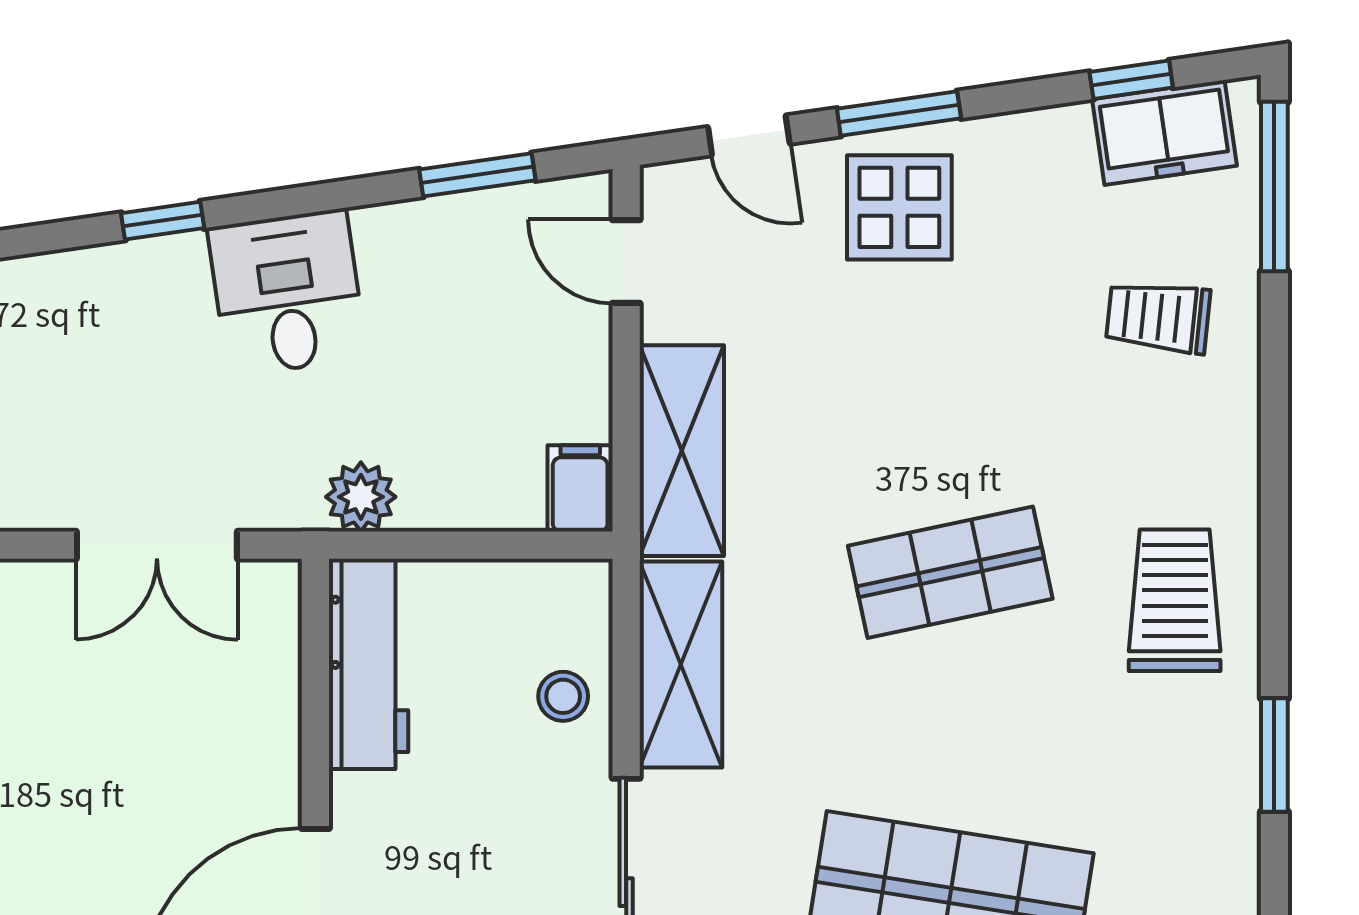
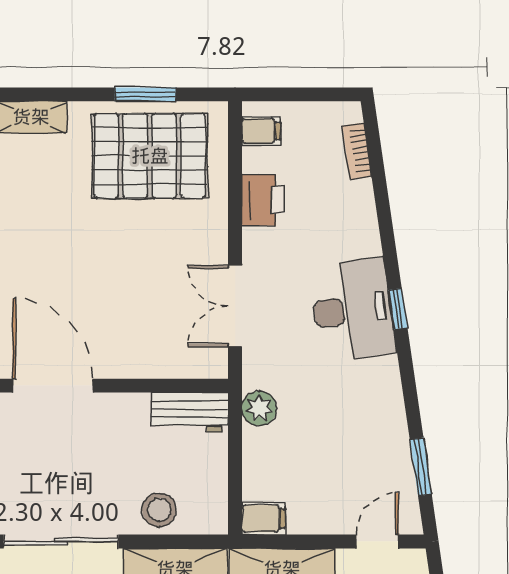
desk: (287, 293) -> (353, 310), moved, width x1.37
workbench: (368, 664) -> (190, 412), width x0.73
stool: (563, 696) -> (159, 510), width x1.37, depth x1.37

